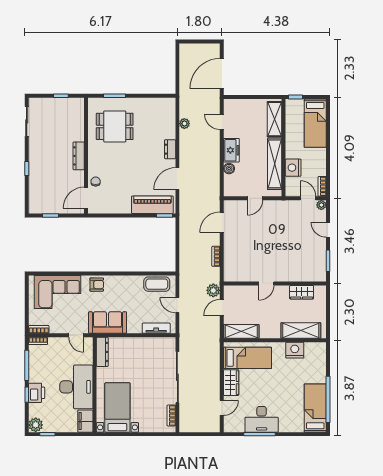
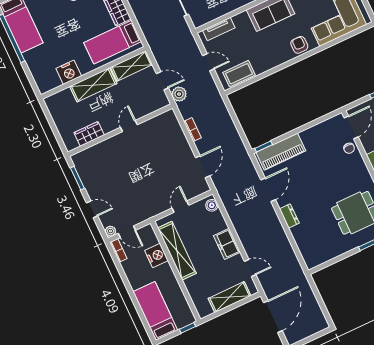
shelving: (275, 119) -> (230, 297), moved, turned 90
plant: (184, 124) -> (287, 249), removed
boiler: (229, 169) -> (212, 205), moved
armchair: (97, 285) -> (299, 45), turned 90
door: (222, 308) -> (162, 81), hinge flipped
shelving: (301, 331) -> (93, 85), moved

